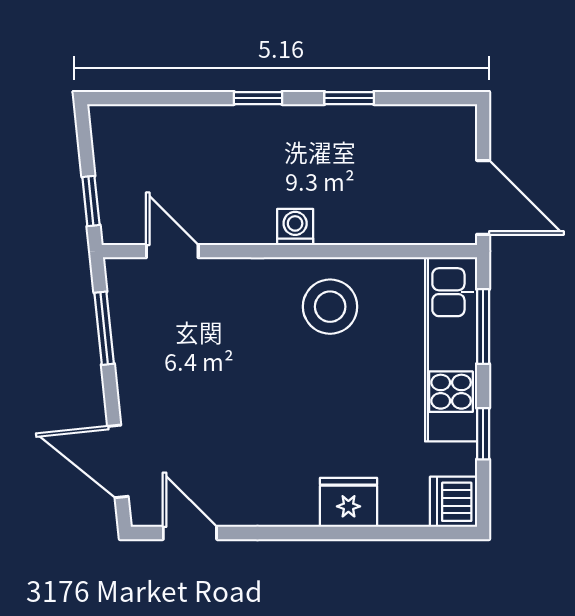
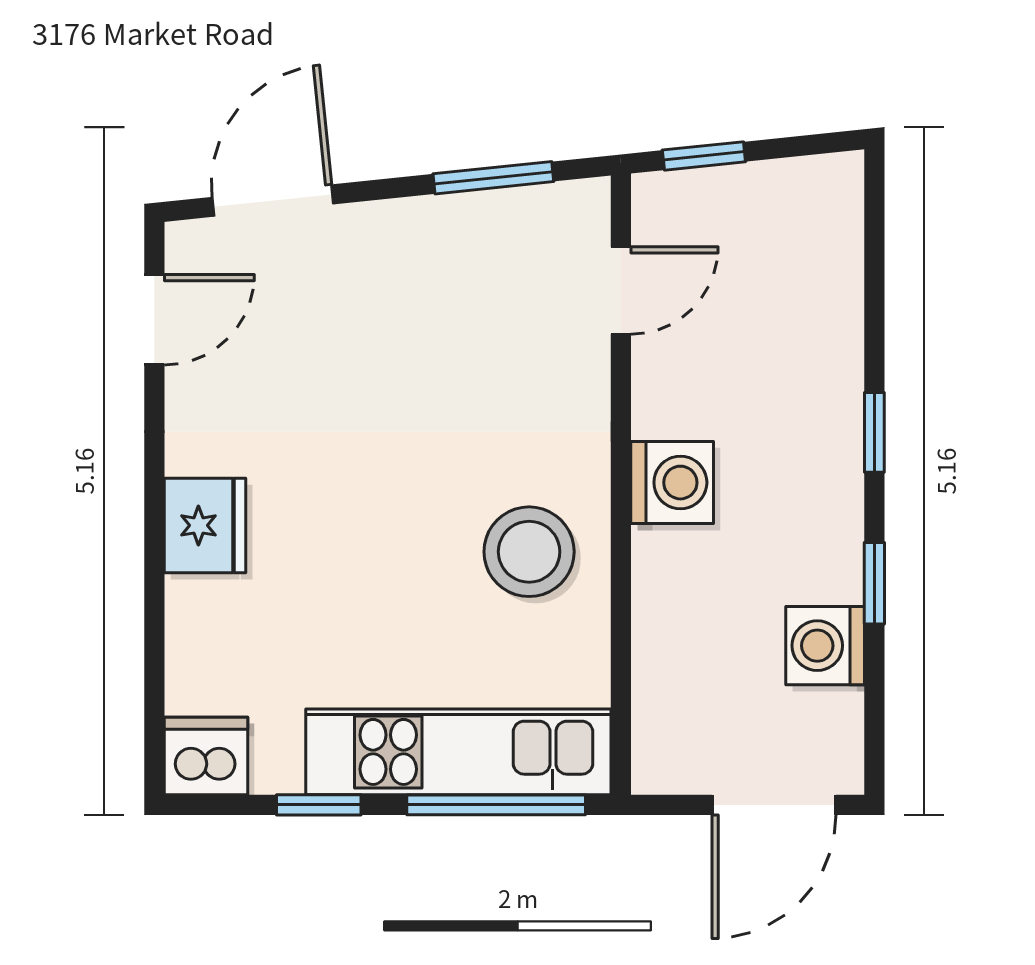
washing machine: (387, 128) -> (825, 646), added
door: (483, 197) -> (774, 805), moved
washing machine: (295, 227) -> (672, 483), width x1.38, depth x1.38
window: (483, 326) -> (496, 805), width x1.44
fridge: (348, 502) -> (205, 525), moved

